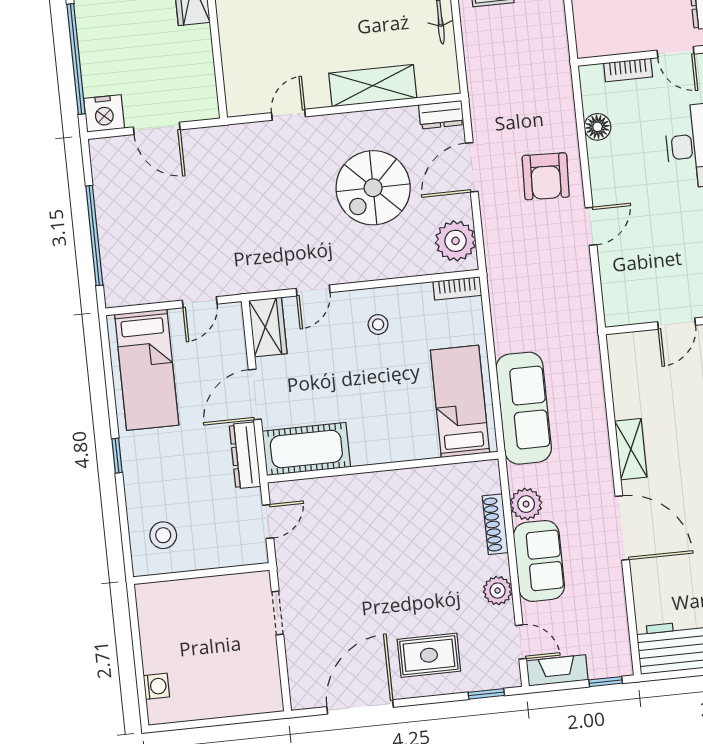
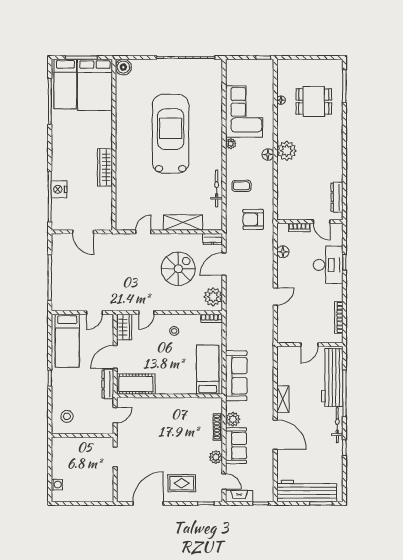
nightstand: (104, 113) -> (59, 189), moved, turned 90
armchair: (546, 176) -> (253, 219), moved, turned 88
spiral stairs: (373, 188) -> (178, 269), turned 180

